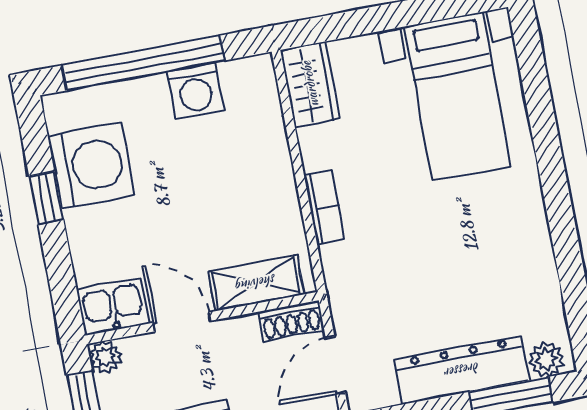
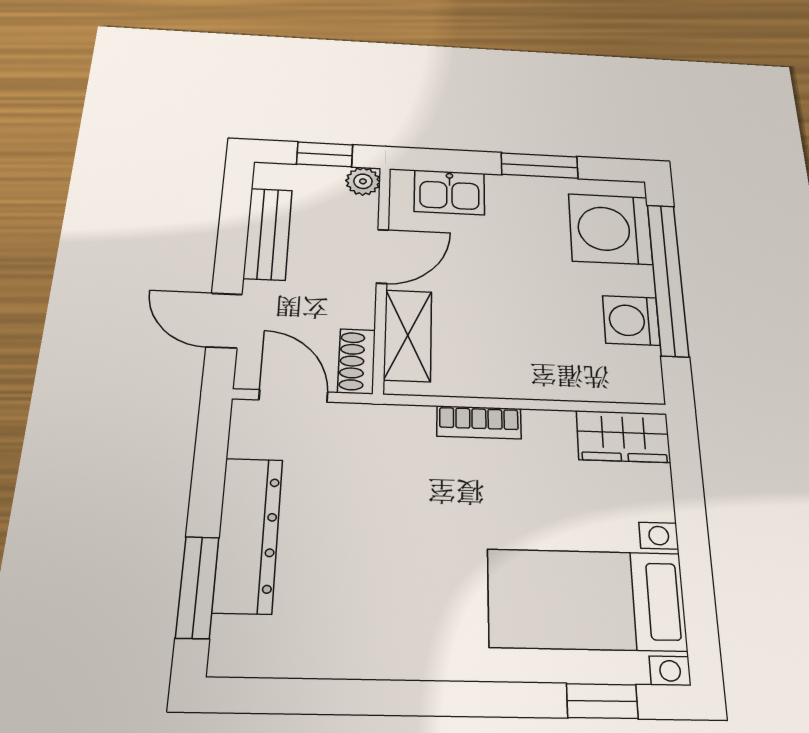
window: (534, 74) -> (602, 701), added
washing machine: (91, 166) -> (610, 229), moved, turned 90
window: (46, 198) -> (539, 166), width x1.50
kitchen sink: (113, 306) -> (449, 192), moved, turned 90
plant: (546, 360) -> (232, 641), removed

